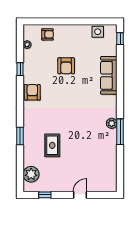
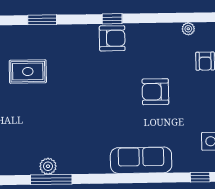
window: (20, 69) -> (112, 19), moved
plant: (112, 123) -> (48, 166), moved

